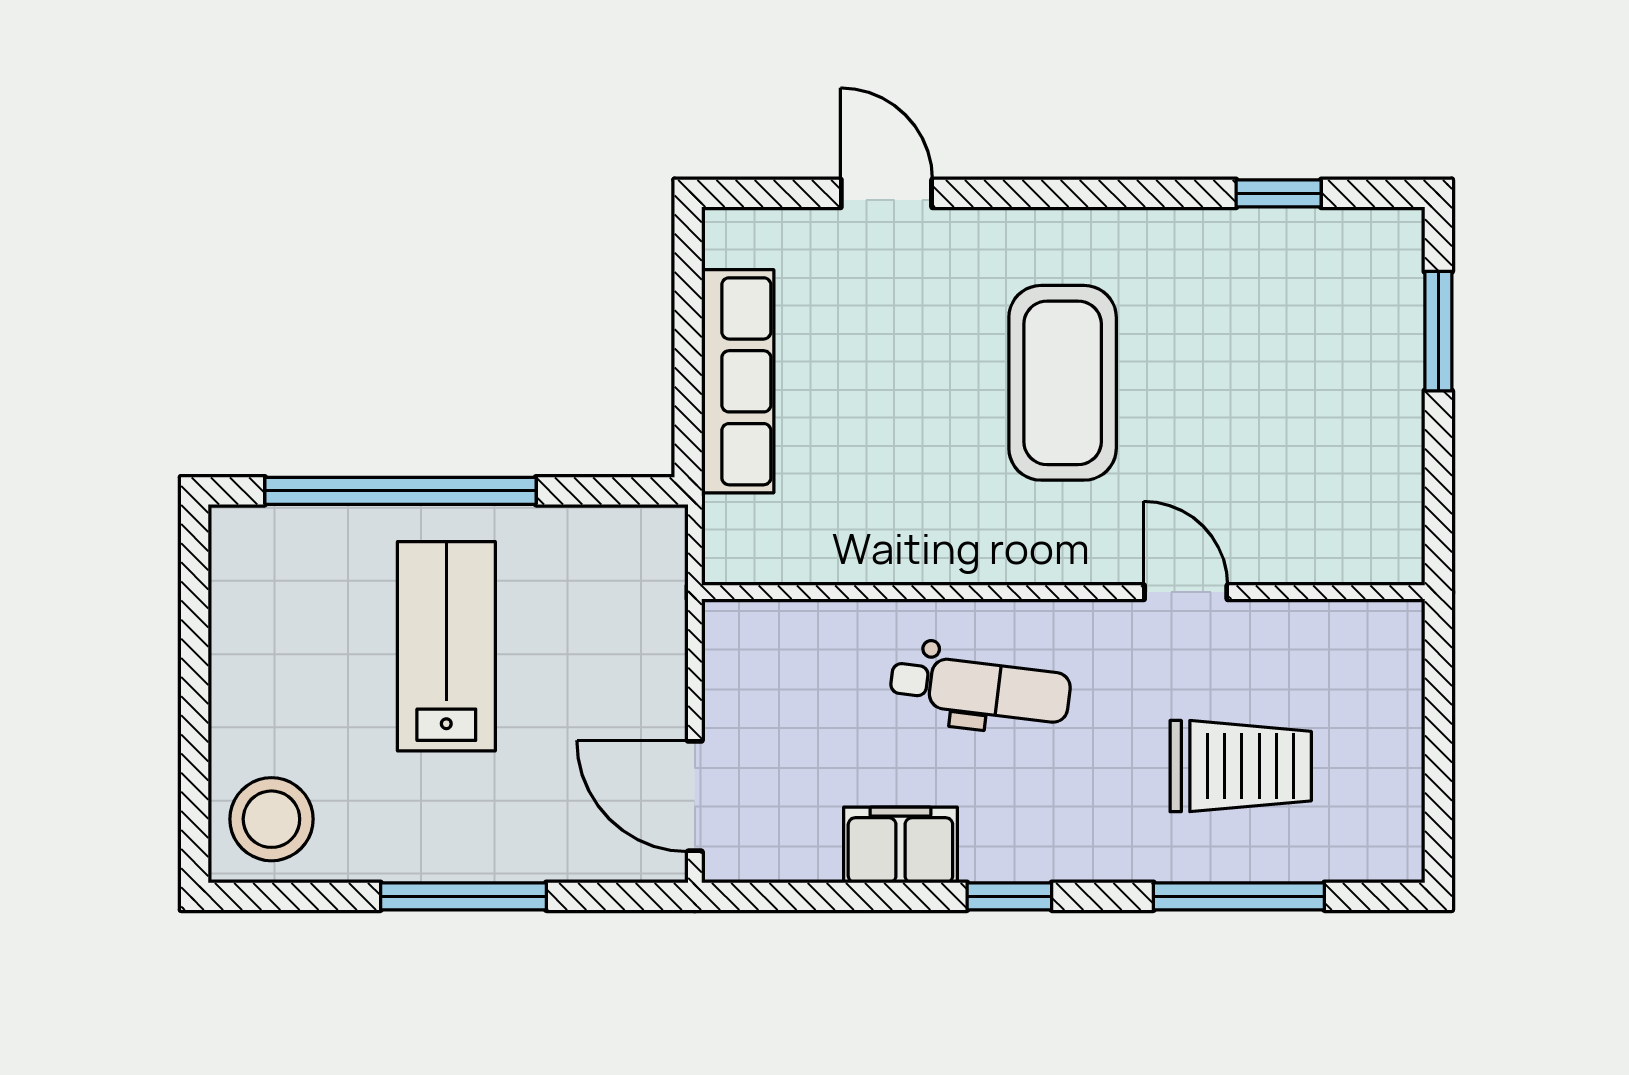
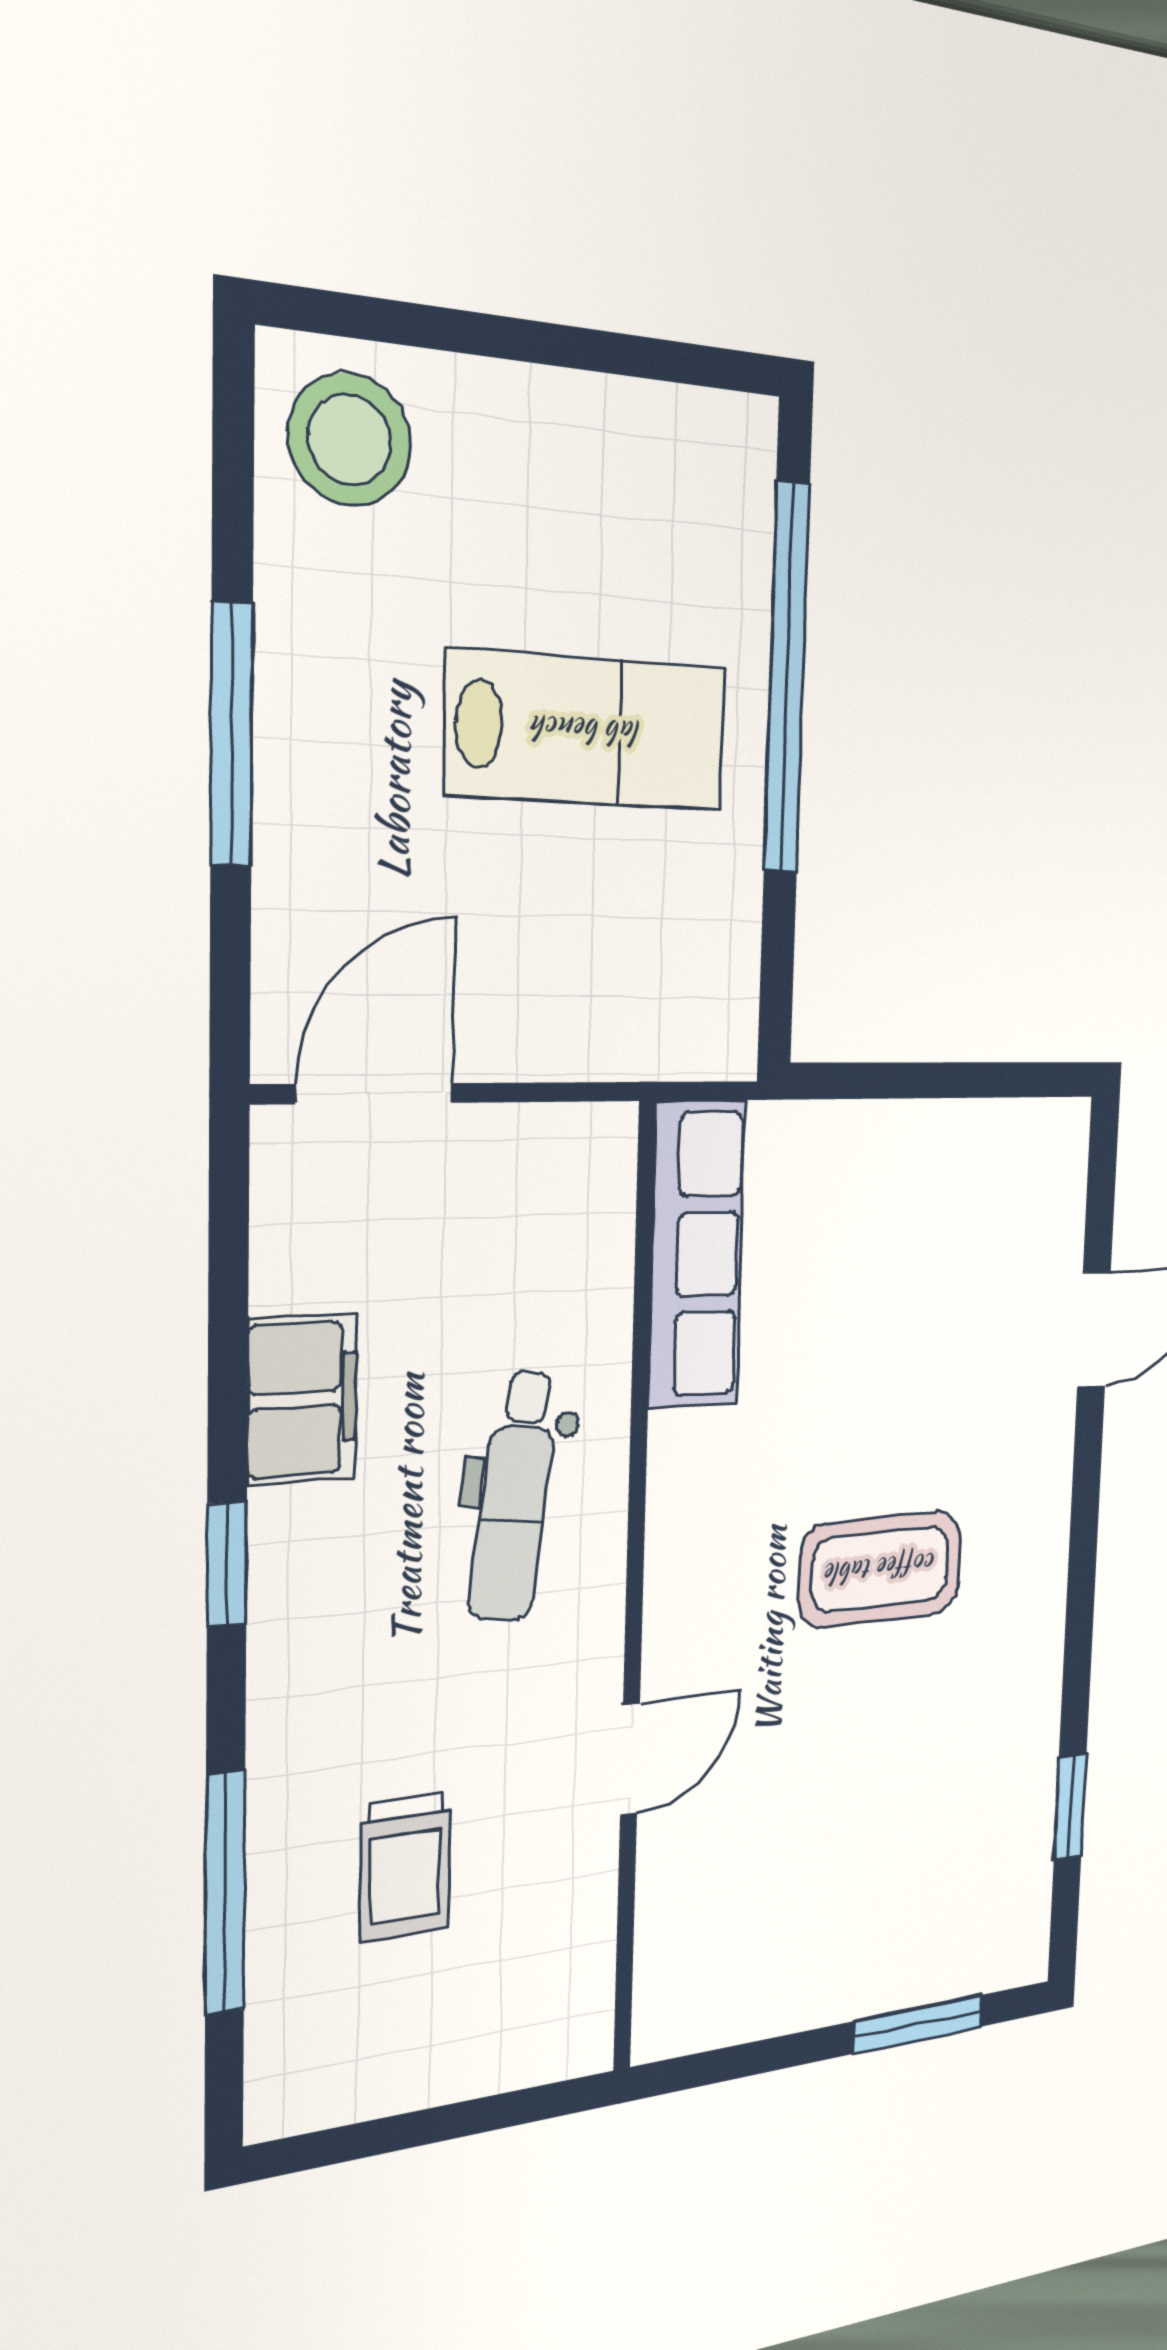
row of seats: (738, 381) -> (697, 1255), moved, turned -90
coffee table: (1063, 383) -> (881, 1569), width x0.73, depth x0.76
trolley: (1241, 766) -> (405, 1867), width x0.73, depth x0.72

